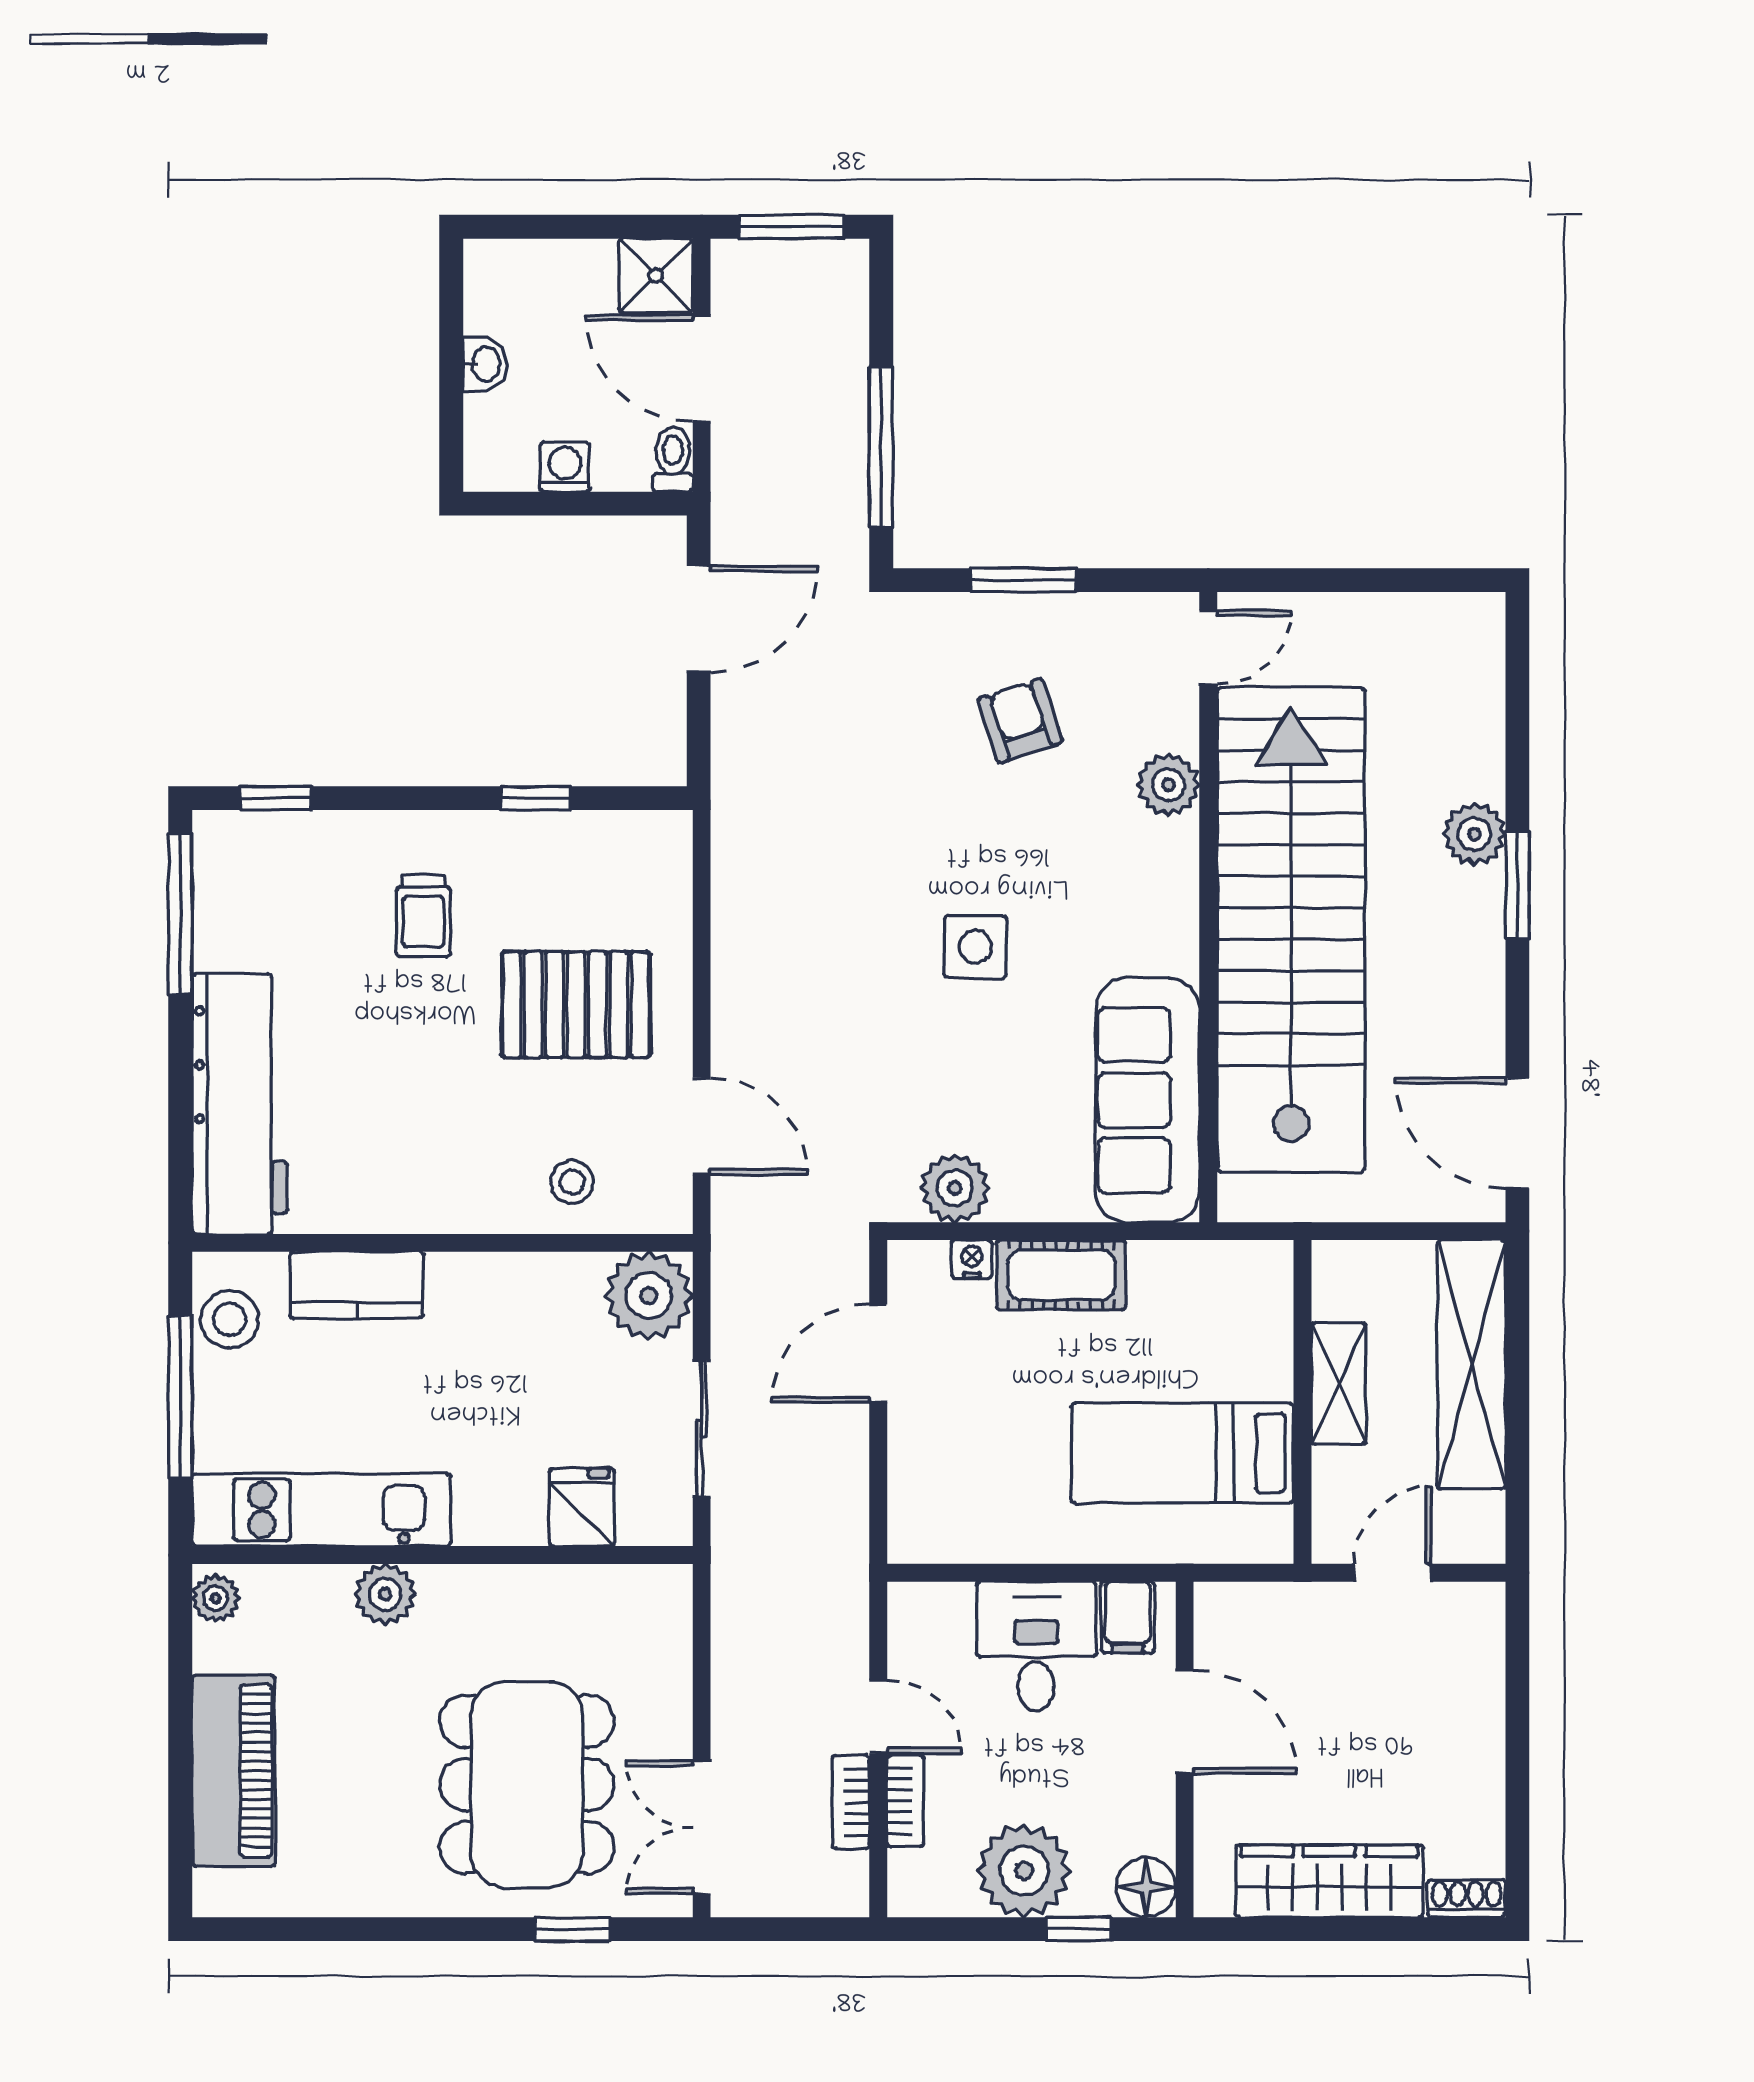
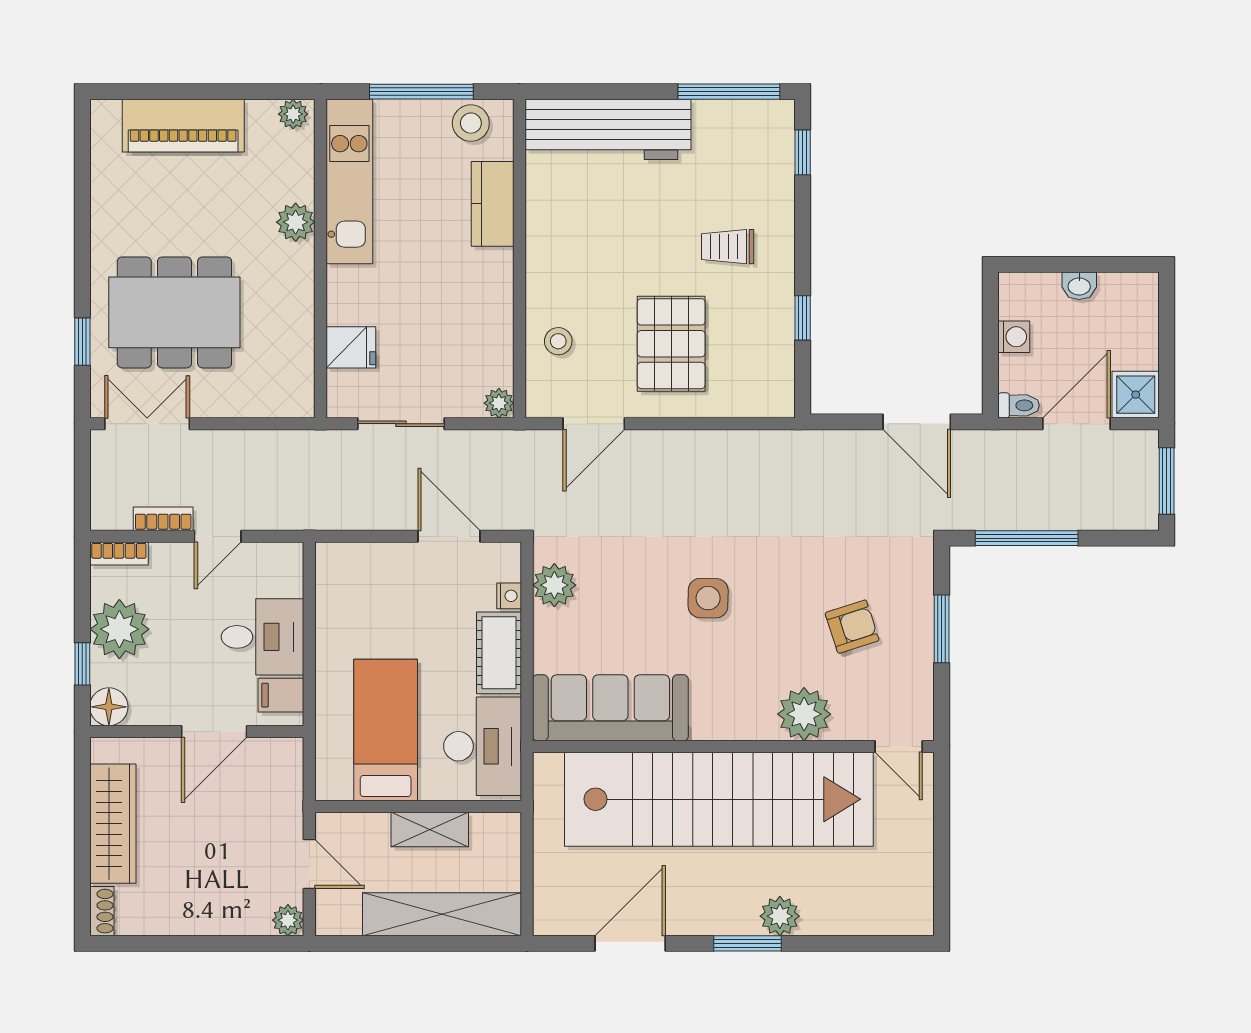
plant: (1169, 785) -> (804, 714), width x1.36, depth x1.36
door: (1517, 1133) -> (630, 943), moved
plant: (649, 1296) -> (499, 403), width x0.53, depth x0.53
desk: (1208, 1301) -> (483, 746), added
plant: (1481, 1606) -> (288, 920), added
bookcase: (905, 1801) -> (119, 554), moved

